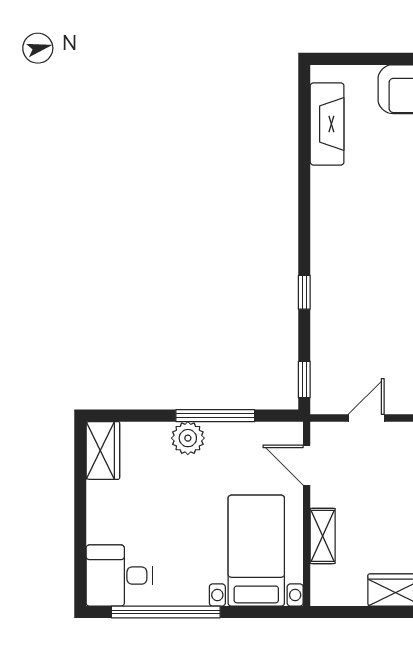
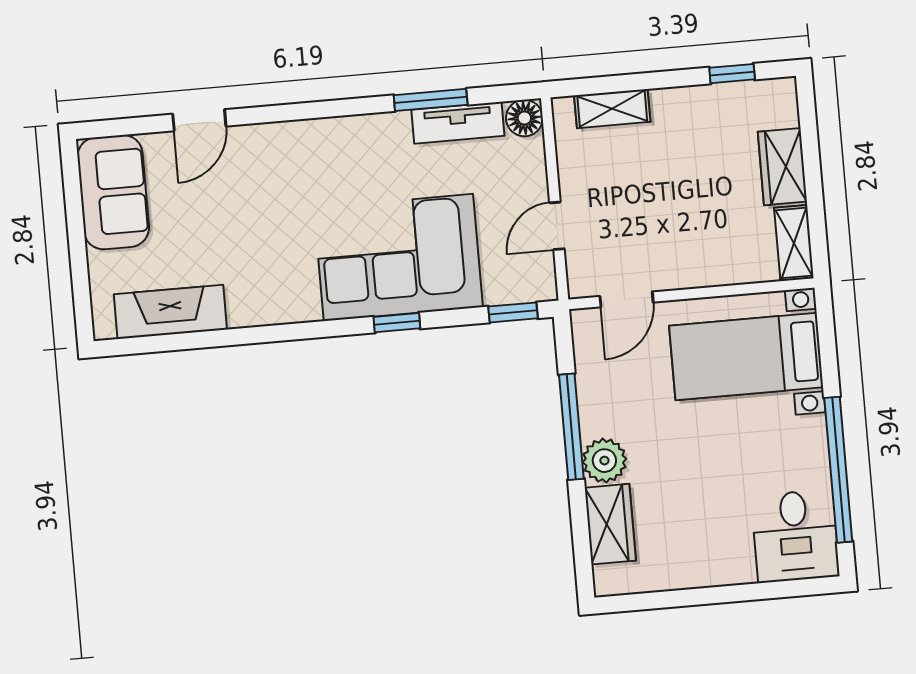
corner sofa: (353, 298) -> (398, 257), added
door: (366, 418) -> (557, 226), hinge flipped
wardrobe: (103, 450) -> (610, 524), moved, turned 90
shelving: (323, 536) -> (794, 243), moved, turned 90

